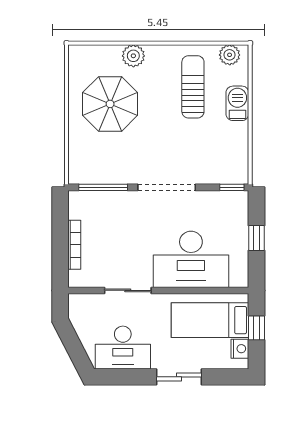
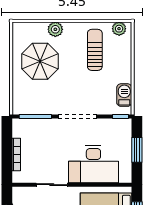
barbecue: (237, 103) -> (124, 95), moved
window: (257, 238) -> (137, 150), width x1.50

